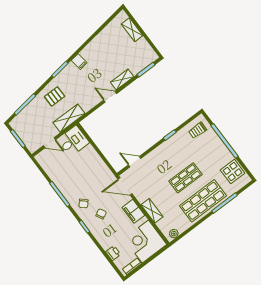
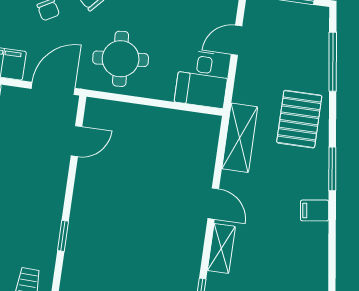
pallet: (55, 96) -> (299, 119), width x1.50, depth x1.42
door: (110, 97) -> (213, 204), hinge flipped
shelving: (69, 118) -> (240, 138), moved
round table: (93, 174) -> (121, 59), added

